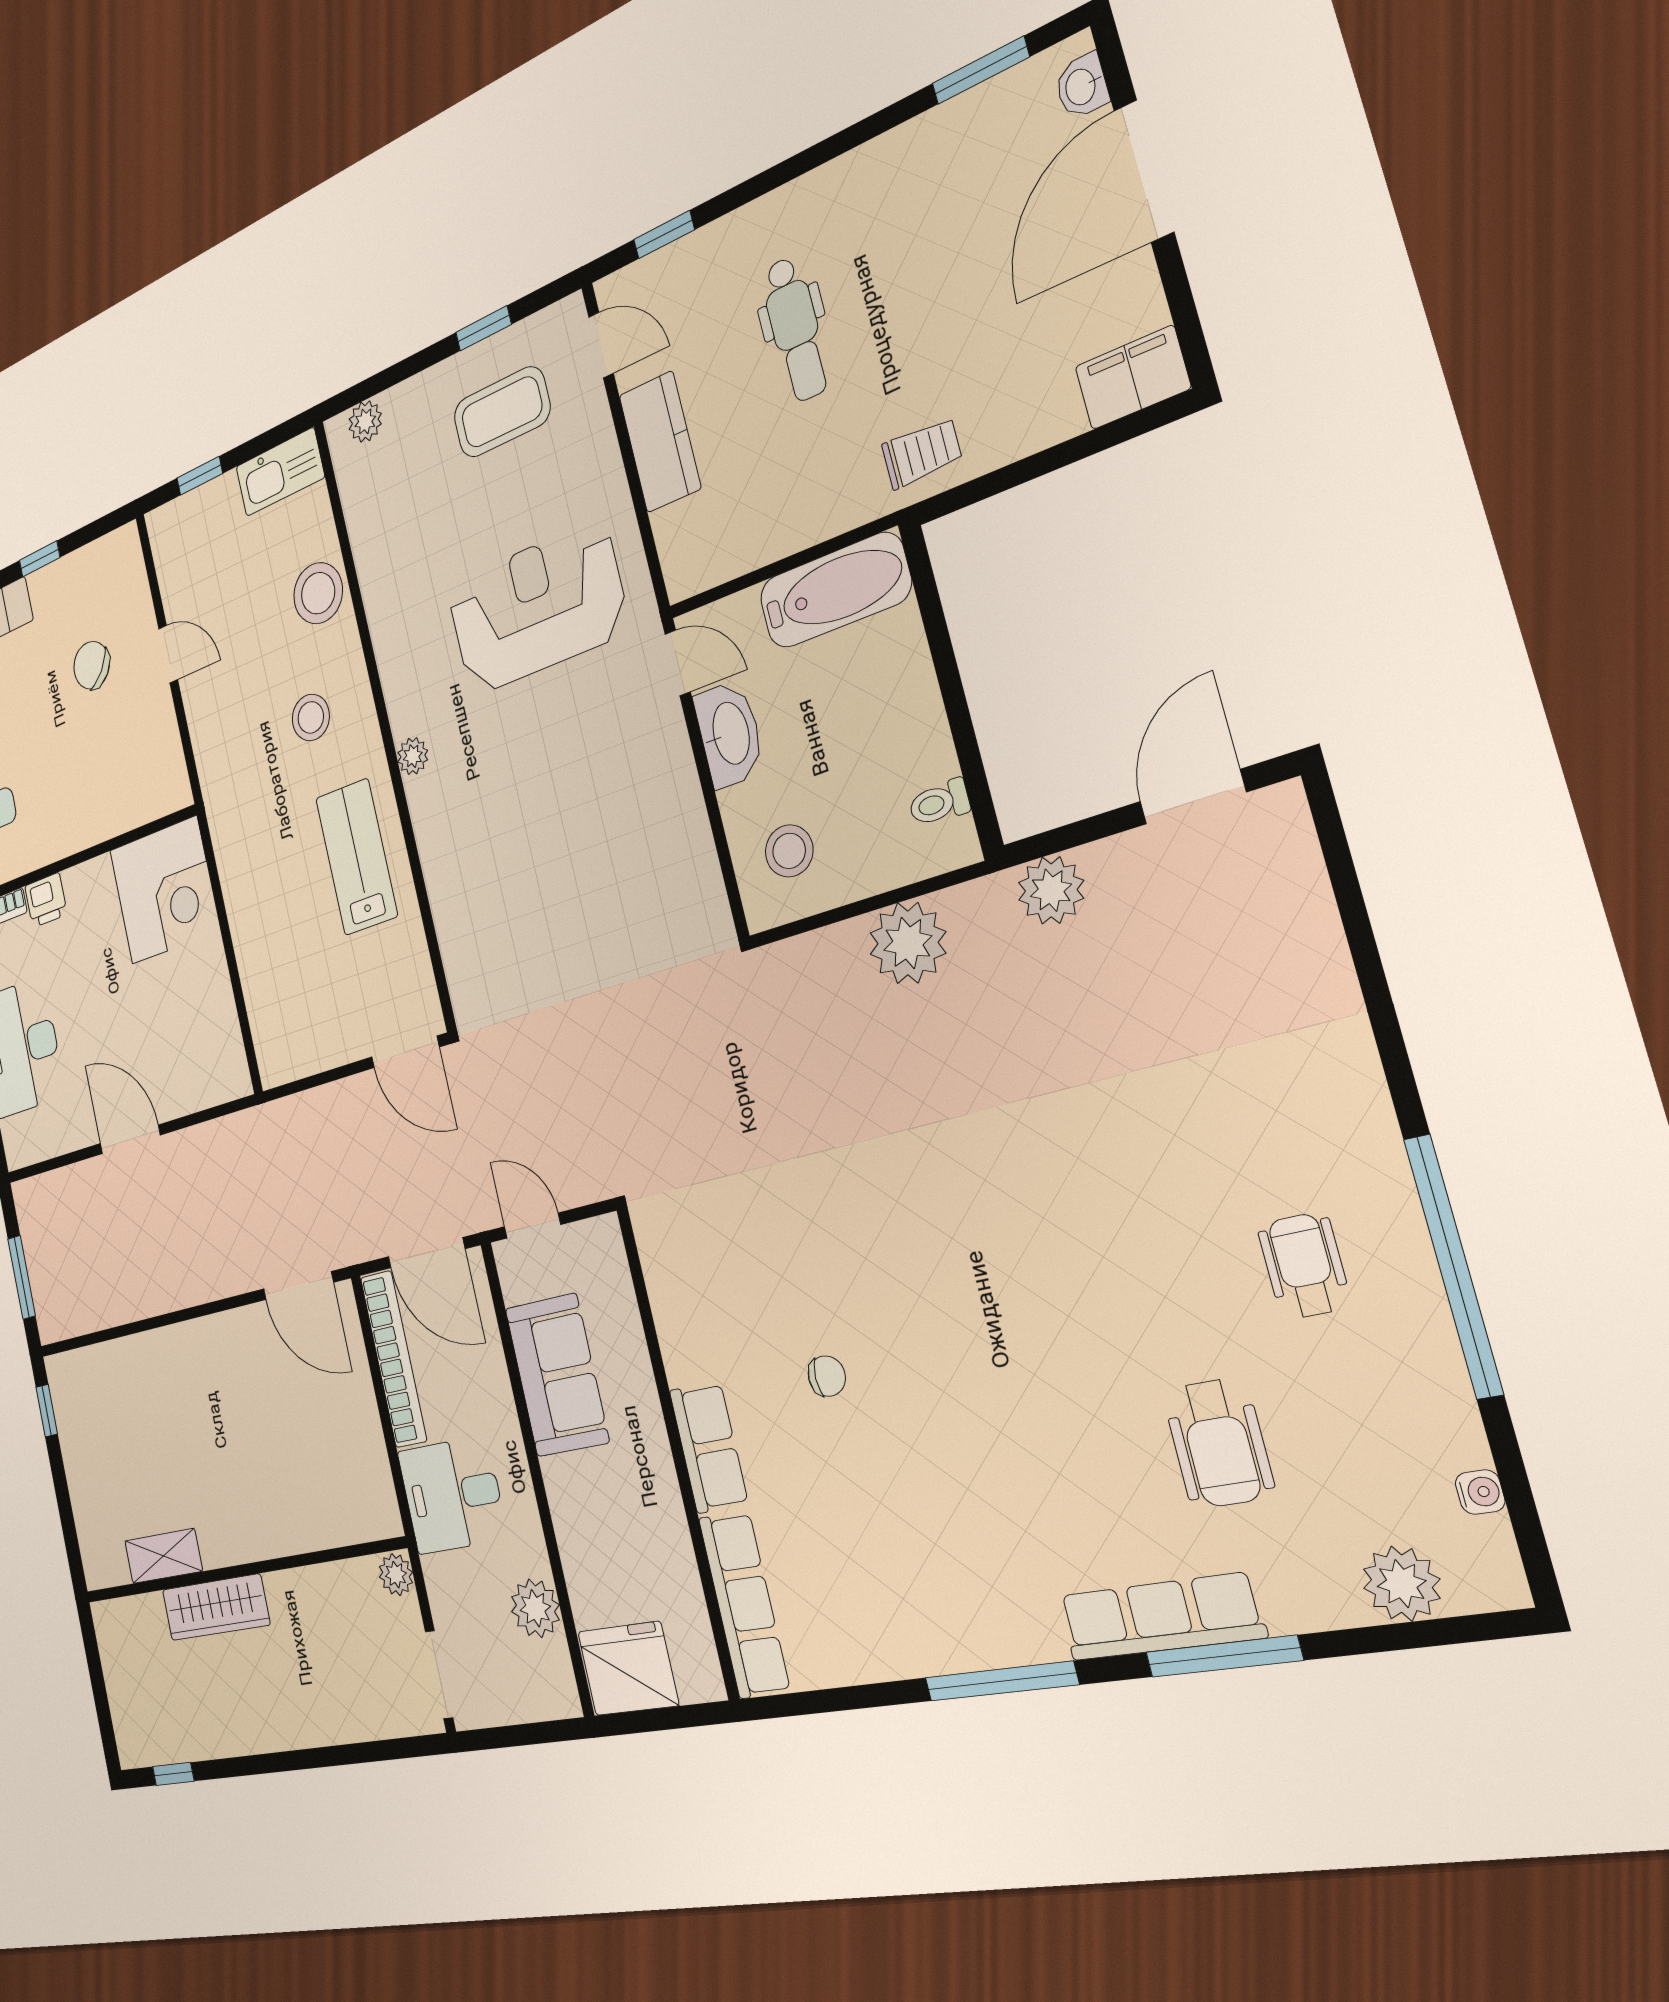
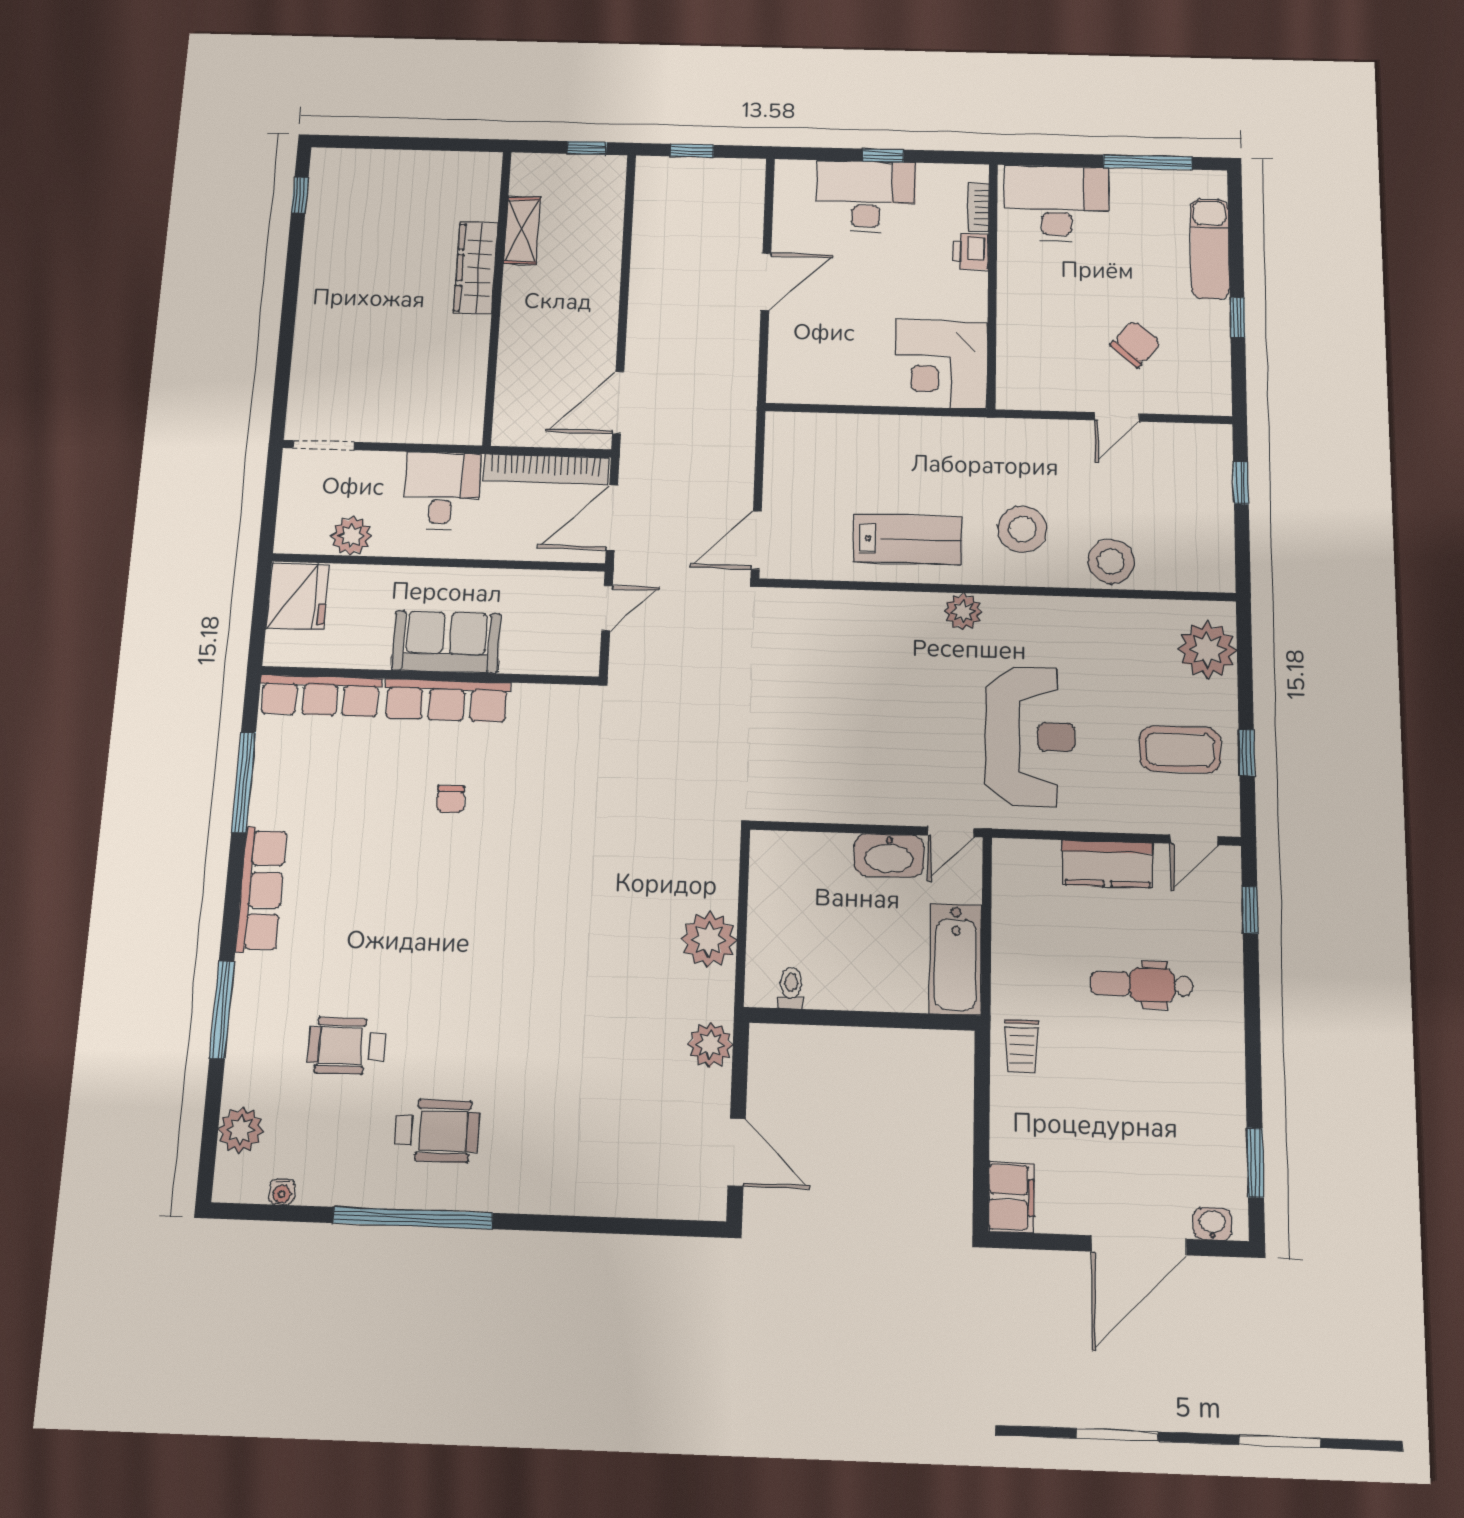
door: (1144, 171) -> (1139, 1245), swing flipped
coffee table: (502, 412) -> (1180, 749), turned 90
plant: (365, 421) -> (1207, 650), width x1.88, depth x1.88
kitchen sink: (280, 472) -> (1214, 554), removed
stool: (311, 717) -> (1022, 529), width x1.38, depth x1.38
plant: (413, 756) -> (963, 612), width x1.38, depth x1.38
stool: (789, 851) -> (796, 875), removed
wheelchair: (1304, 1266) -> (437, 1131), width x1.36, depth x1.37
window: (22, 1277) -> (692, 151), width x0.67
sofa: (557, 1375) -> (446, 642), moved, turned 180
row of seats: (709, 1447) -> (447, 700), width x1.48
shelving: (163, 1556) -> (522, 230), moved
wall: (240, 1571) -> (497, 296), moved
plant: (396, 1575) -> (398, 429), removed
wardrobe: (216, 1607) -> (476, 268), moved
row of seats: (1161, 1617) -> (261, 890), moved
window: (1001, 1681) -> (244, 782), moved

